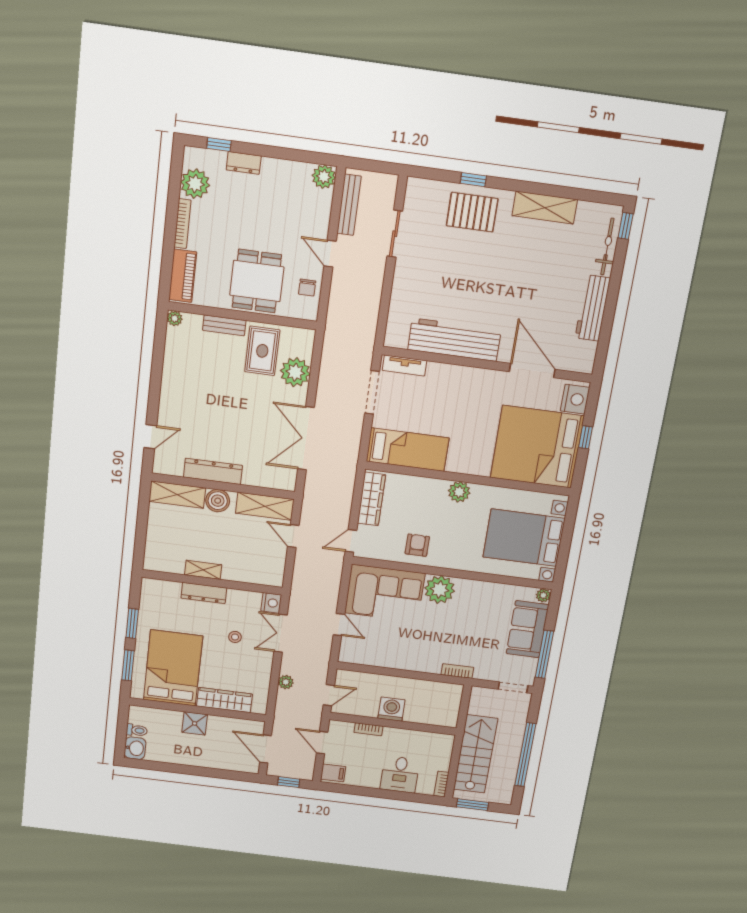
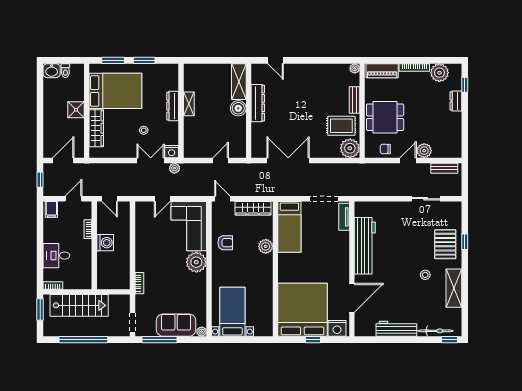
plant: (324, 177) -> (424, 151), moved
bench: (349, 205) -> (444, 168), width x0.73
stool: (516, 251) -> (425, 275), added
plant: (295, 372) -> (350, 148), moved
plant: (459, 492) -> (266, 246), moved
shelving: (265, 506) -> (239, 139), removed
bed with nightstands: (524, 538) -> (232, 312), width x0.73
plant: (286, 682) -> (174, 168), moved

